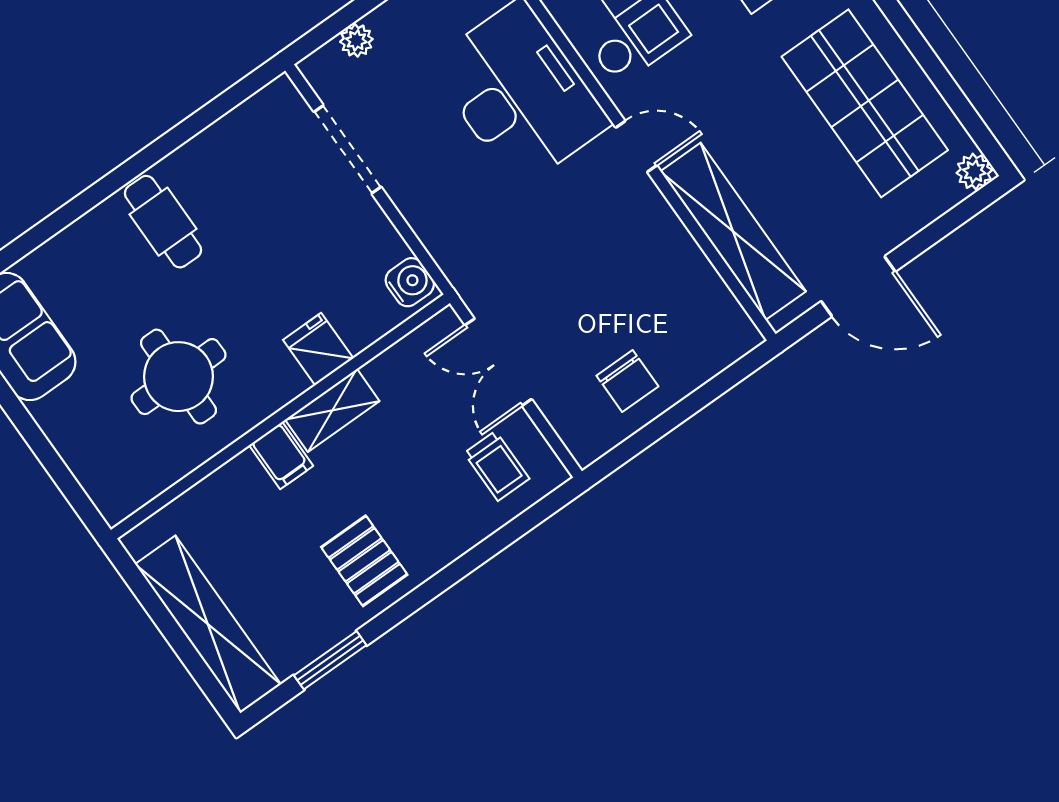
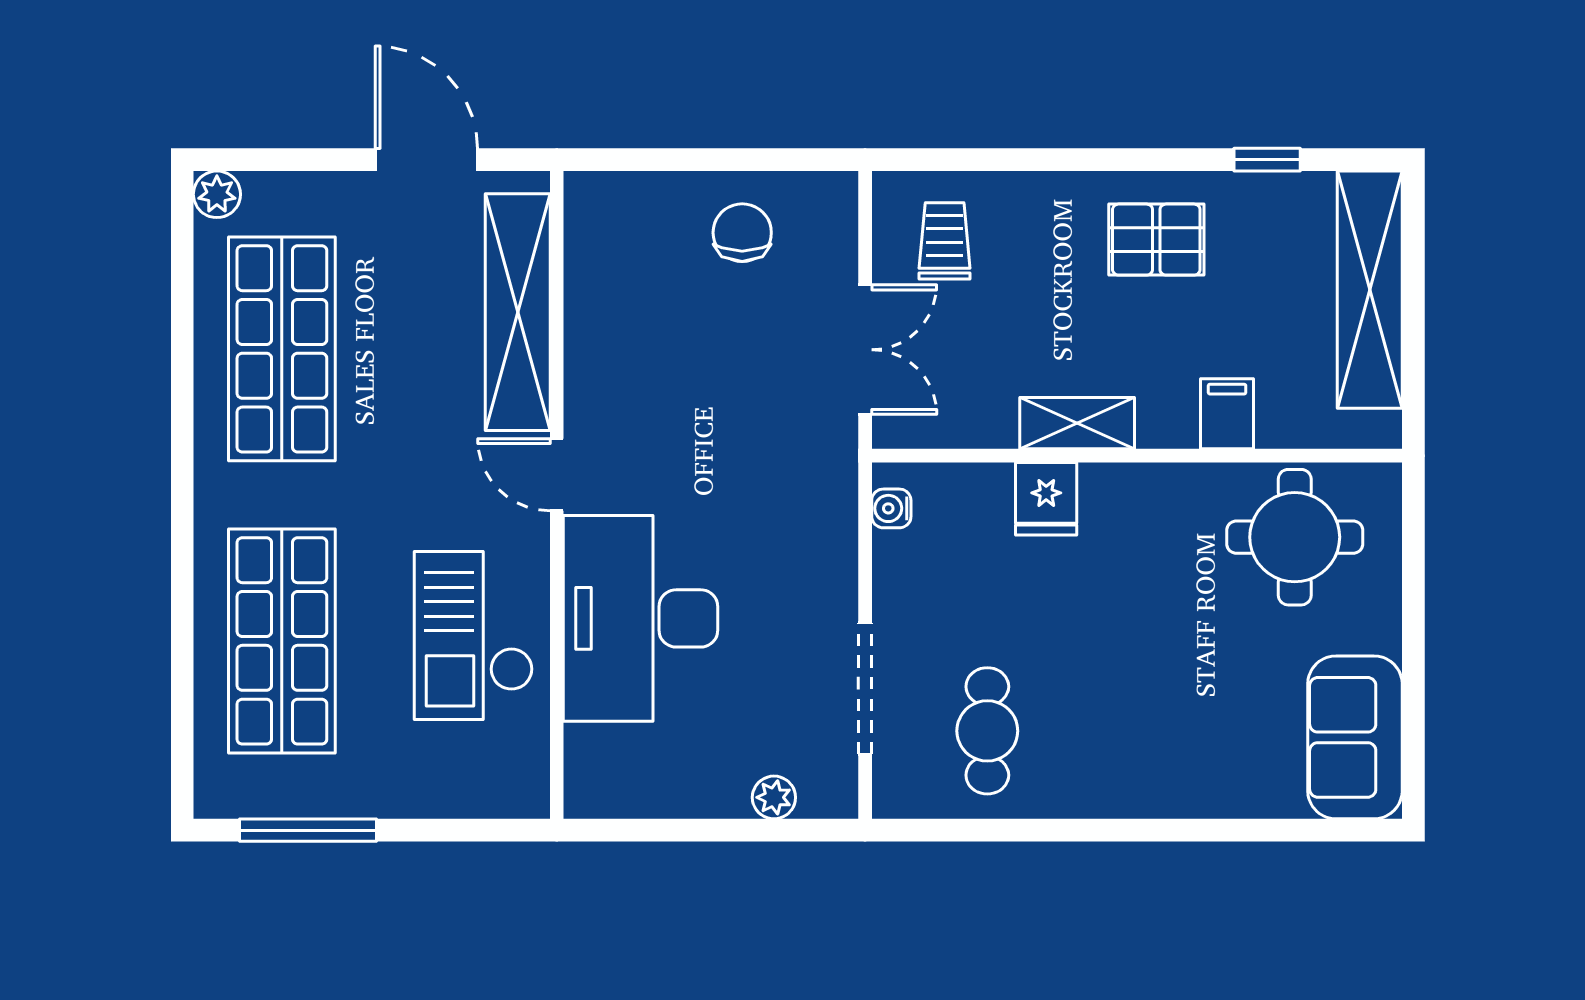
cafe table: (163, 222) -> (987, 731), moved
water cooler: (410, 282) -> (891, 508), width x0.72, depth x0.72
round table: (178, 377) -> (1295, 537), moved
filing cabinet: (281, 455) -> (1227, 414), moved
pallet: (364, 561) -> (1156, 240), turned 90
window: (330, 660) -> (1267, 160), width x0.67

